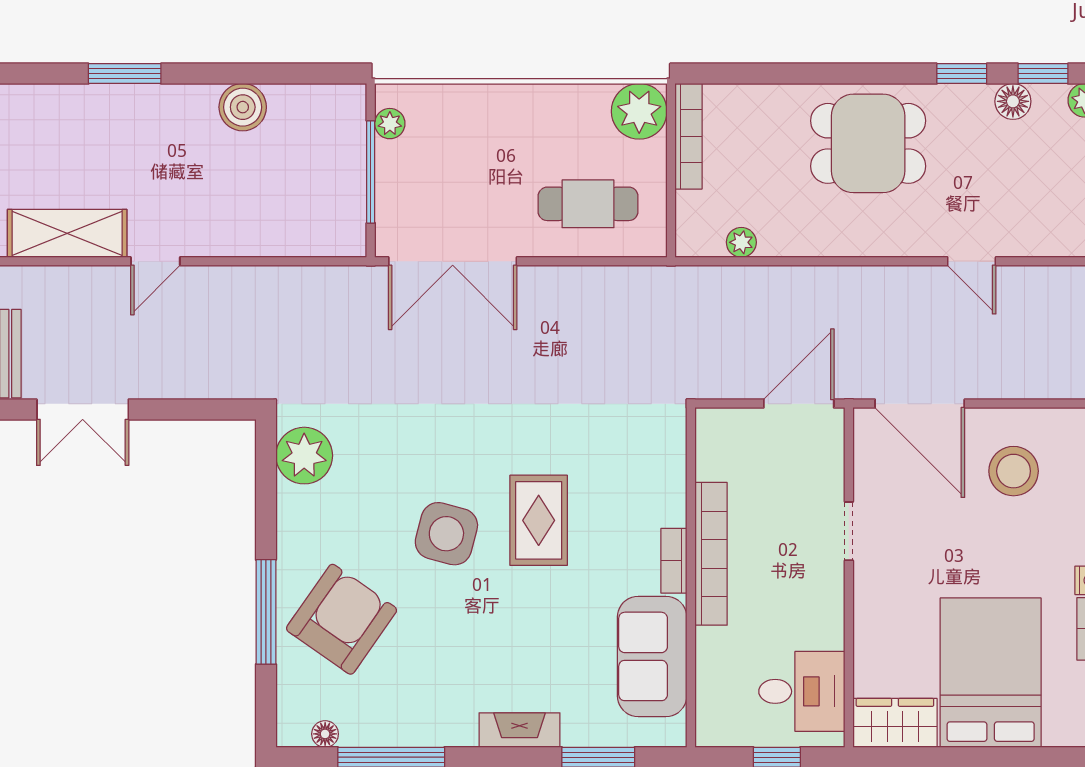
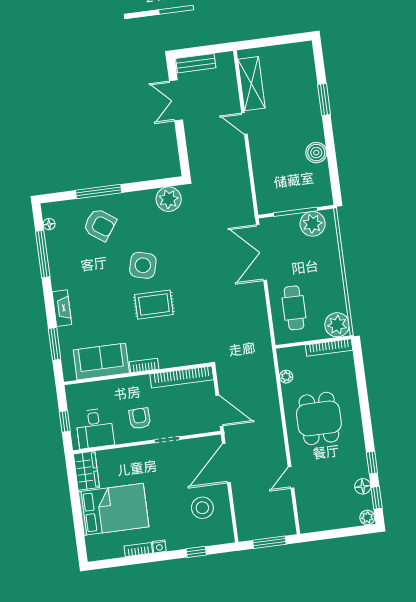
plant: (390, 124) -> (313, 224), width x1.87, depth x1.87
dining table: (868, 143) -> (319, 418), moved
bookcase: (711, 554) -> (182, 377), moved
armchair: (792, 586) -> (140, 418), added
armchair: (342, 619) -> (100, 225), width x0.73, depth x0.73

